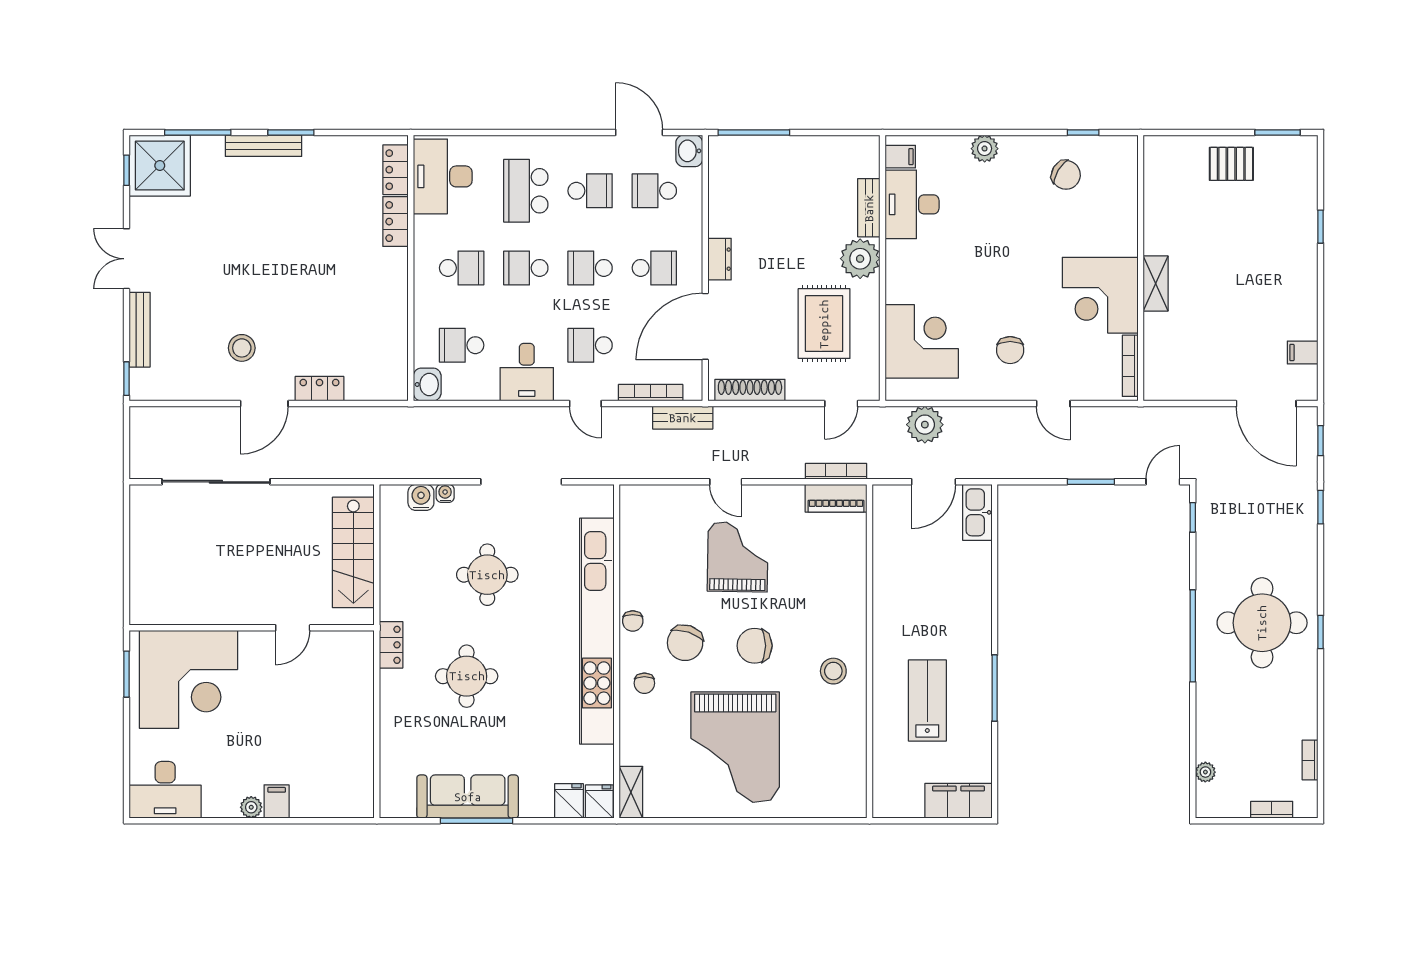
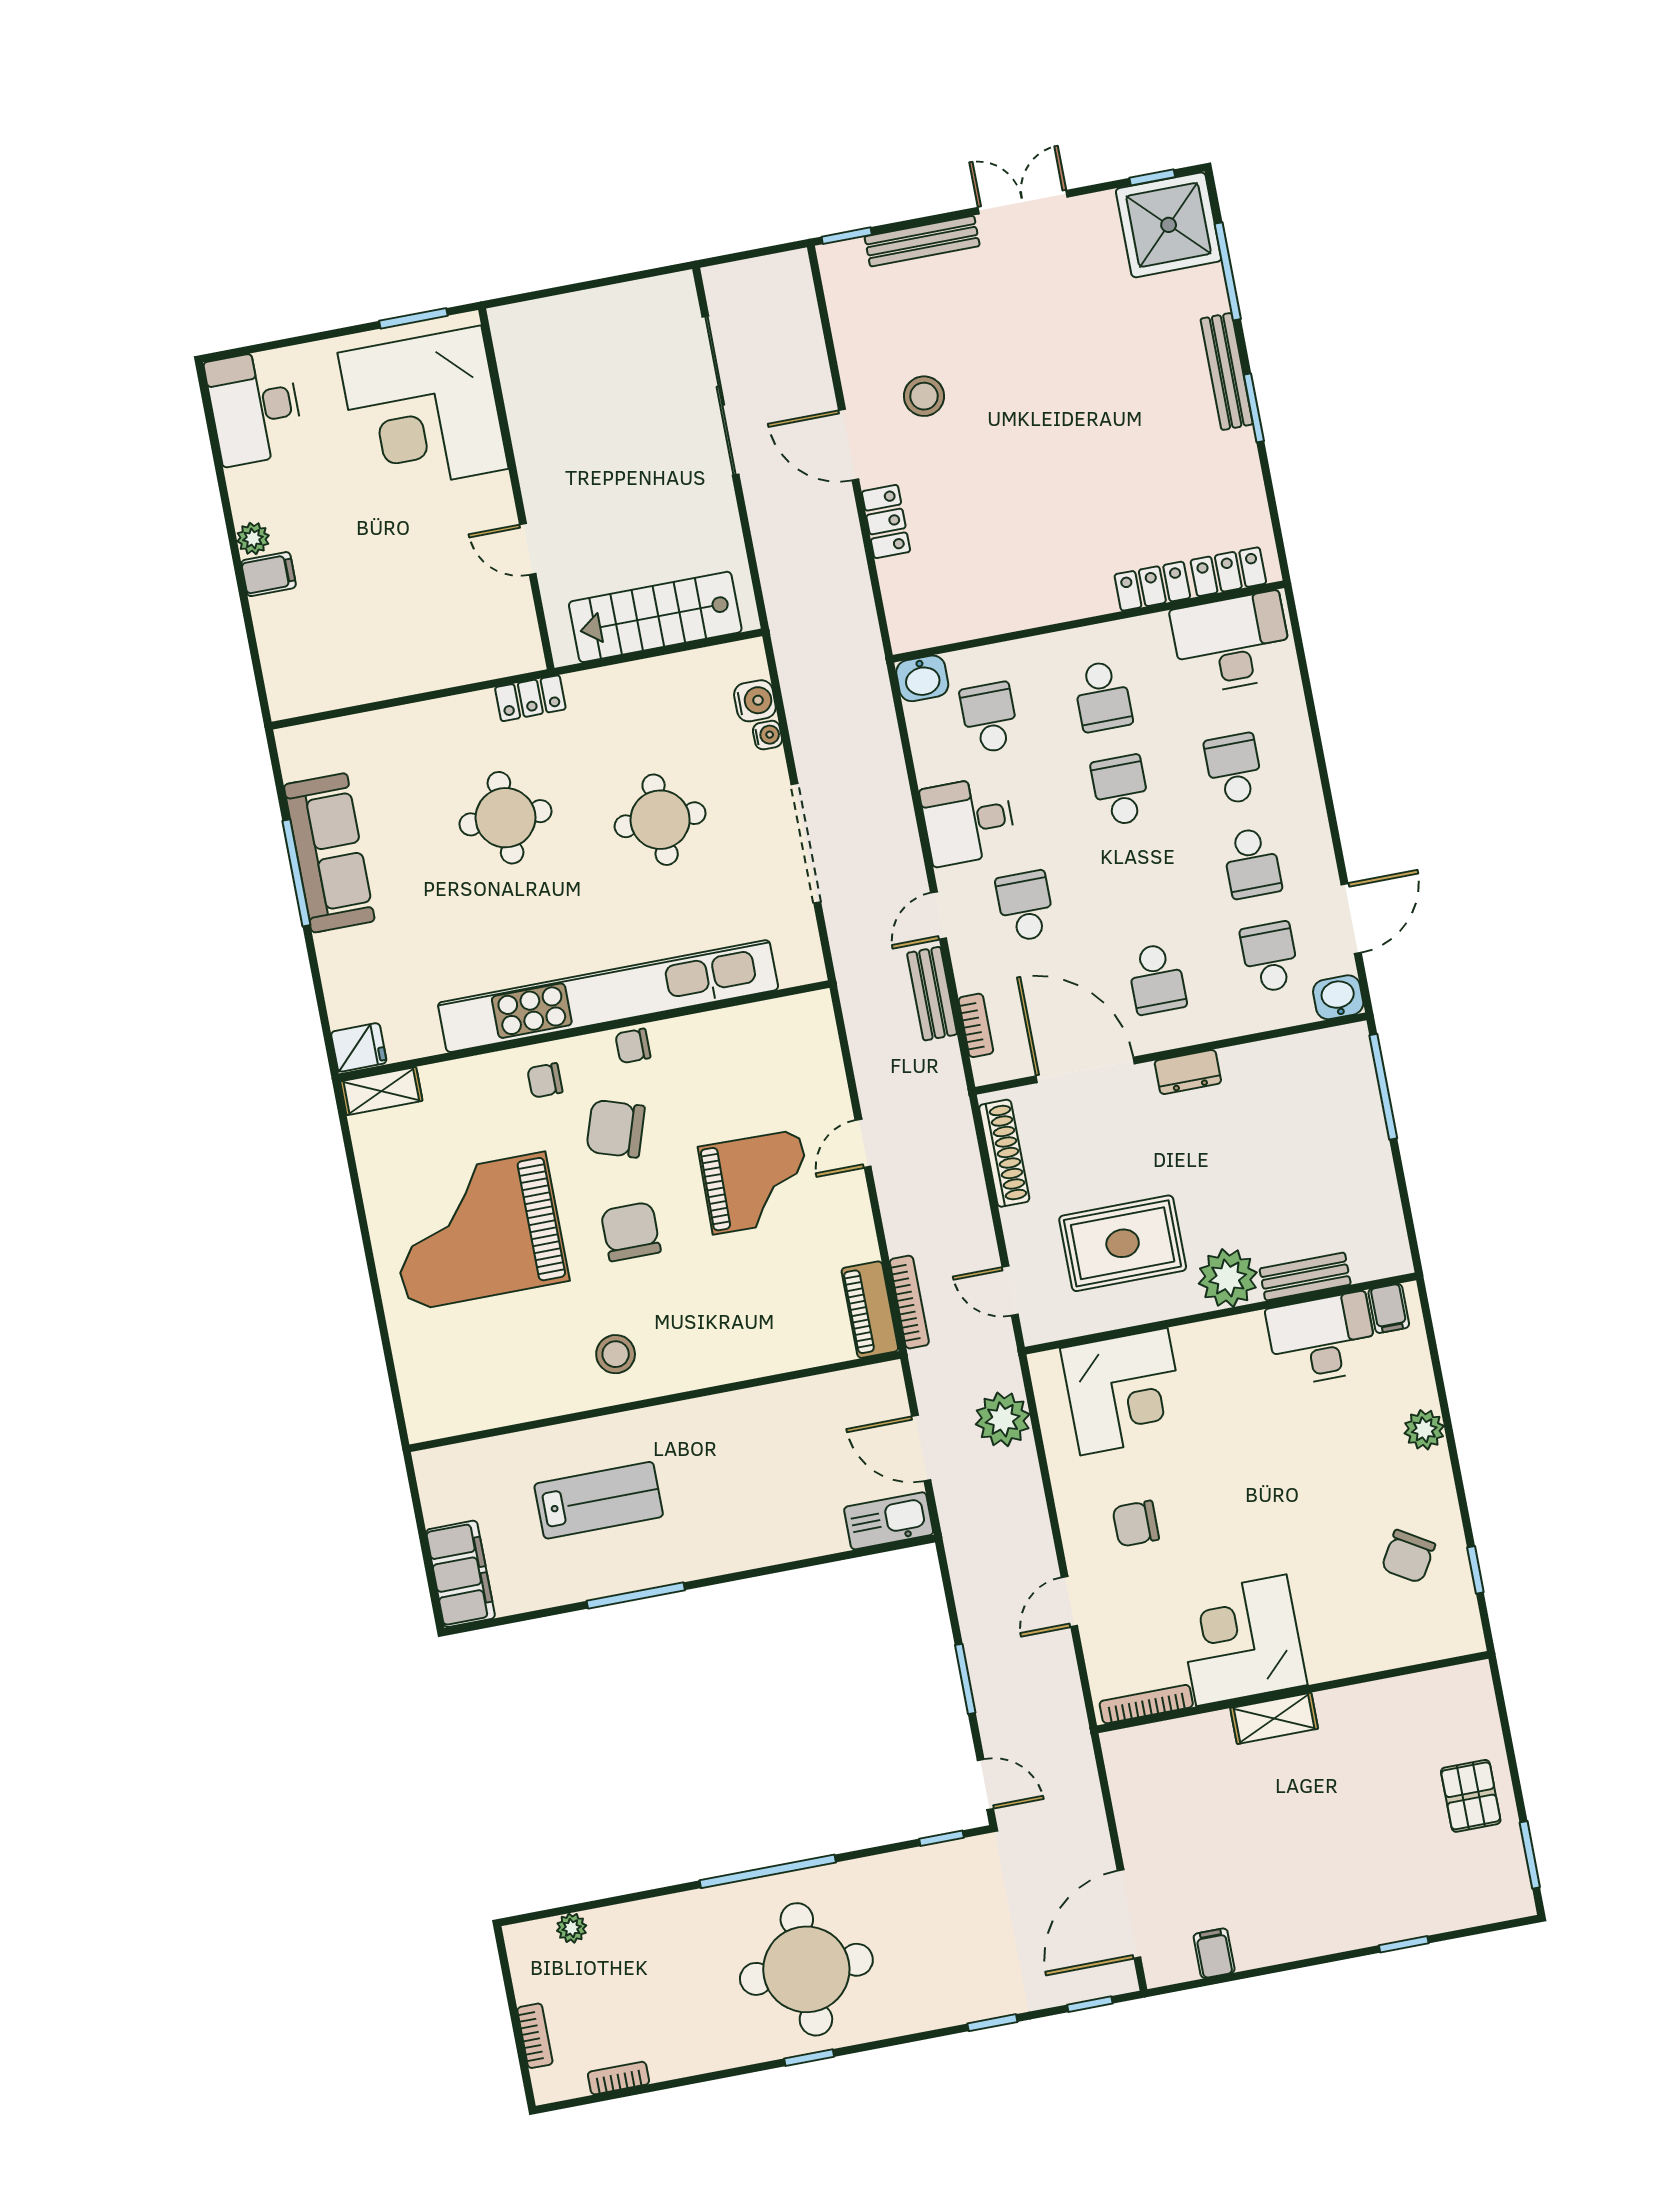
school desk: (526, 191) -> (1234, 769), width x0.54
school desk: (590, 268) -> (1139, 885), removed
bookcase: (651, 393) -> (976, 1025), width x0.64
bench: (683, 418) -> (932, 994), moved
fridge: (569, 801) -> (351, 1003), removed

